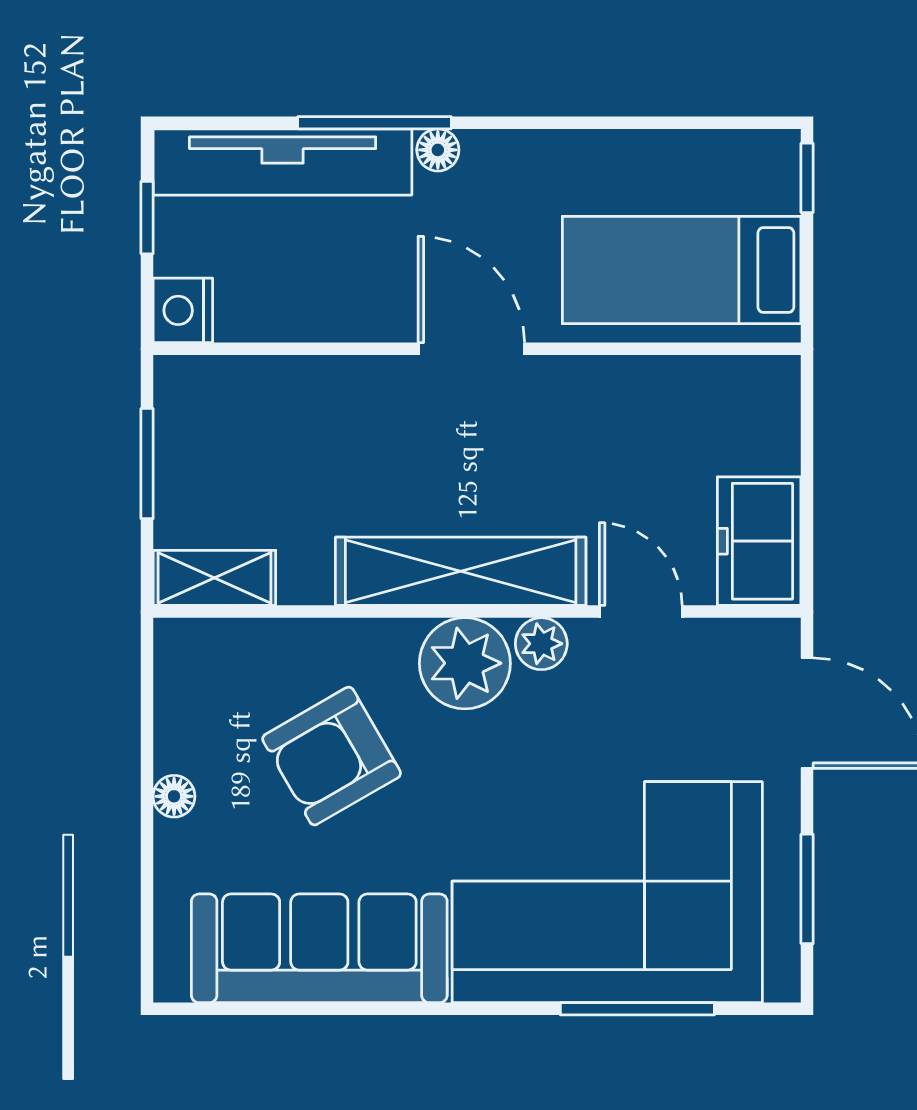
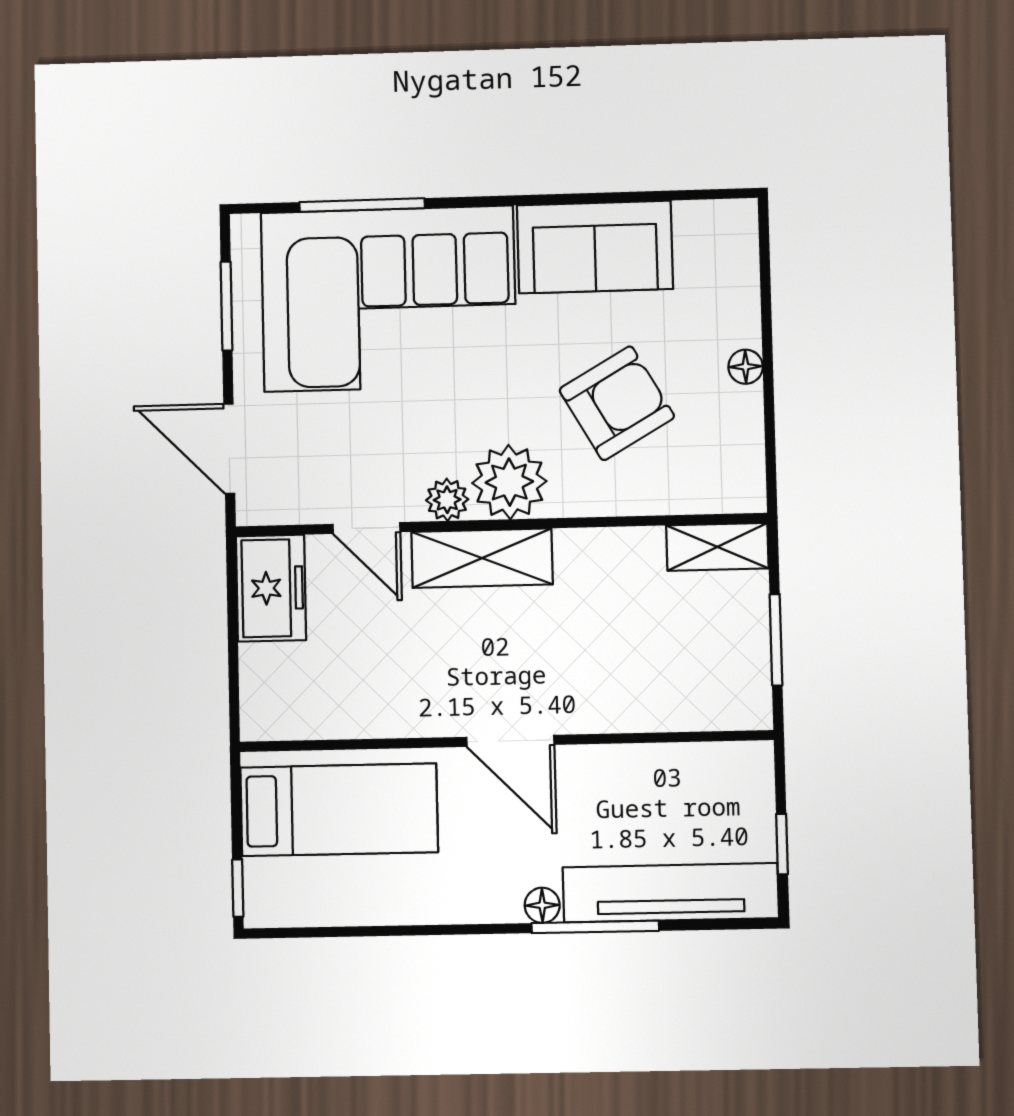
nightstand: (183, 310) -> (750, 767), removed
shelving: (461, 571) -> (482, 558), width x0.68
sofa: (319, 948) -> (595, 247), width x0.73

